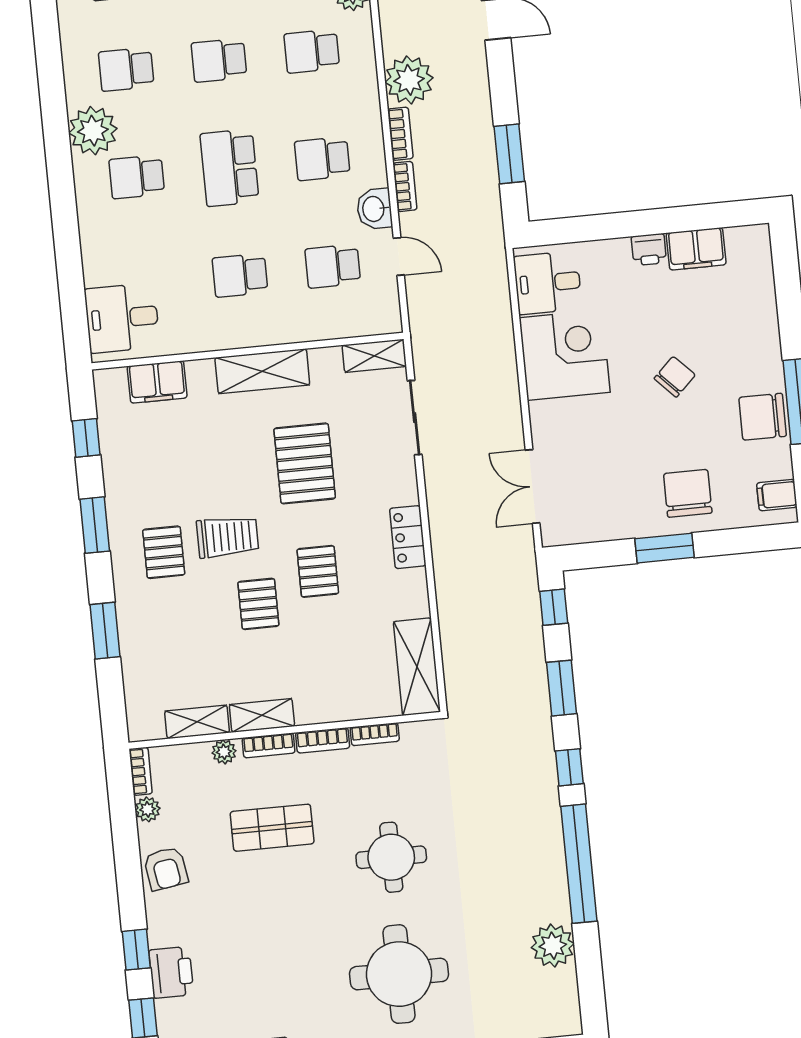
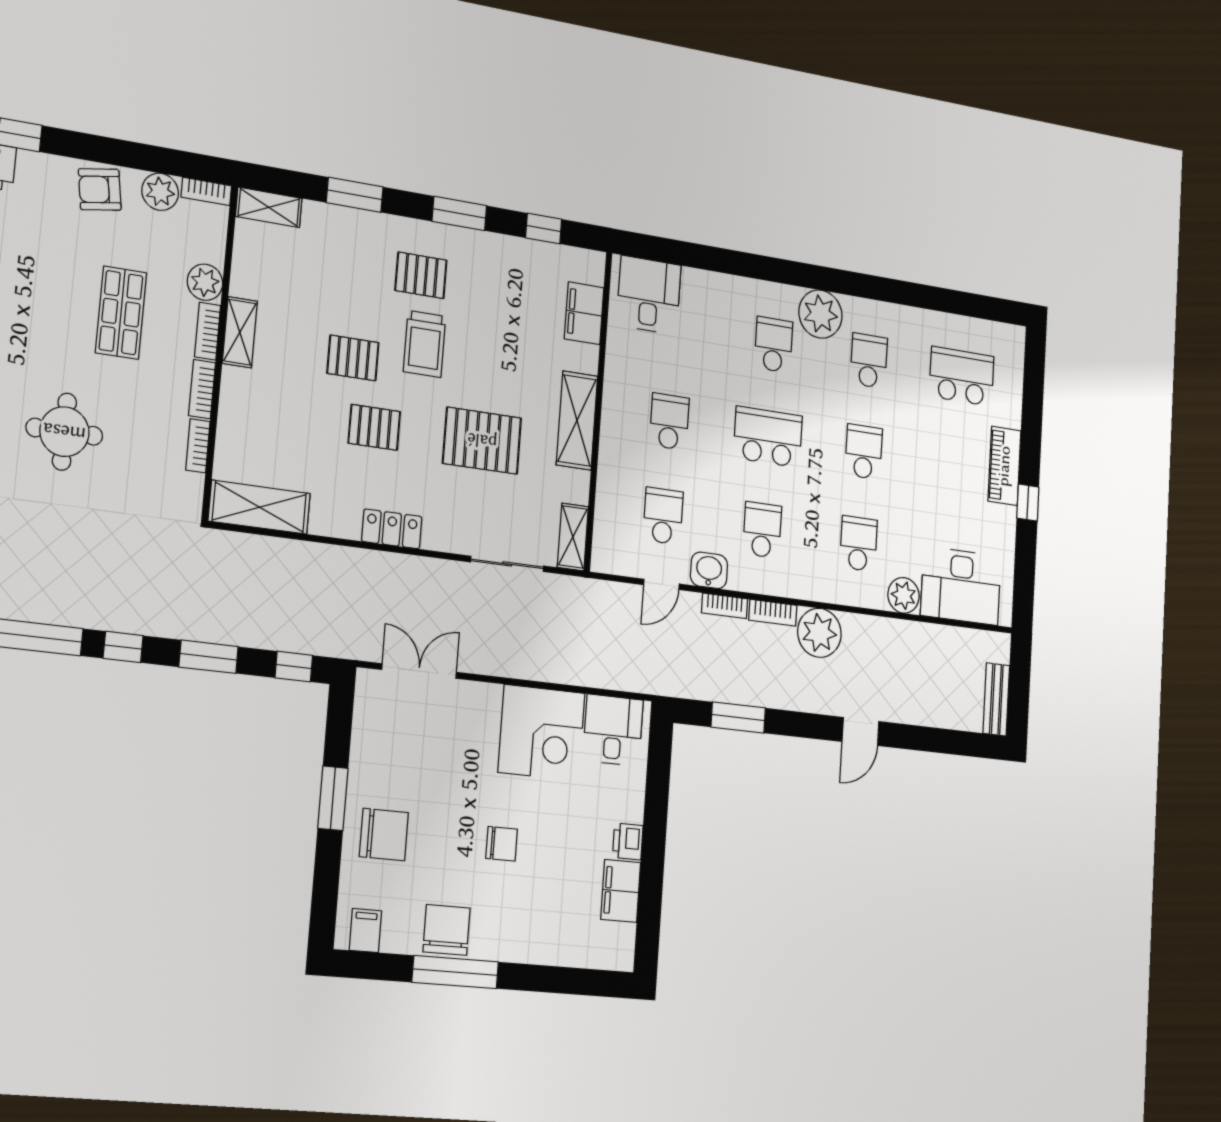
chair: (675, 377) -> (502, 844), turned -46
shelving: (197, 722) -> (269, 207), moved, turned 90
plant: (224, 752) -> (205, 282), width x1.38, depth x1.38
plant: (148, 809) -> (160, 192), width x1.38, depth x1.38

